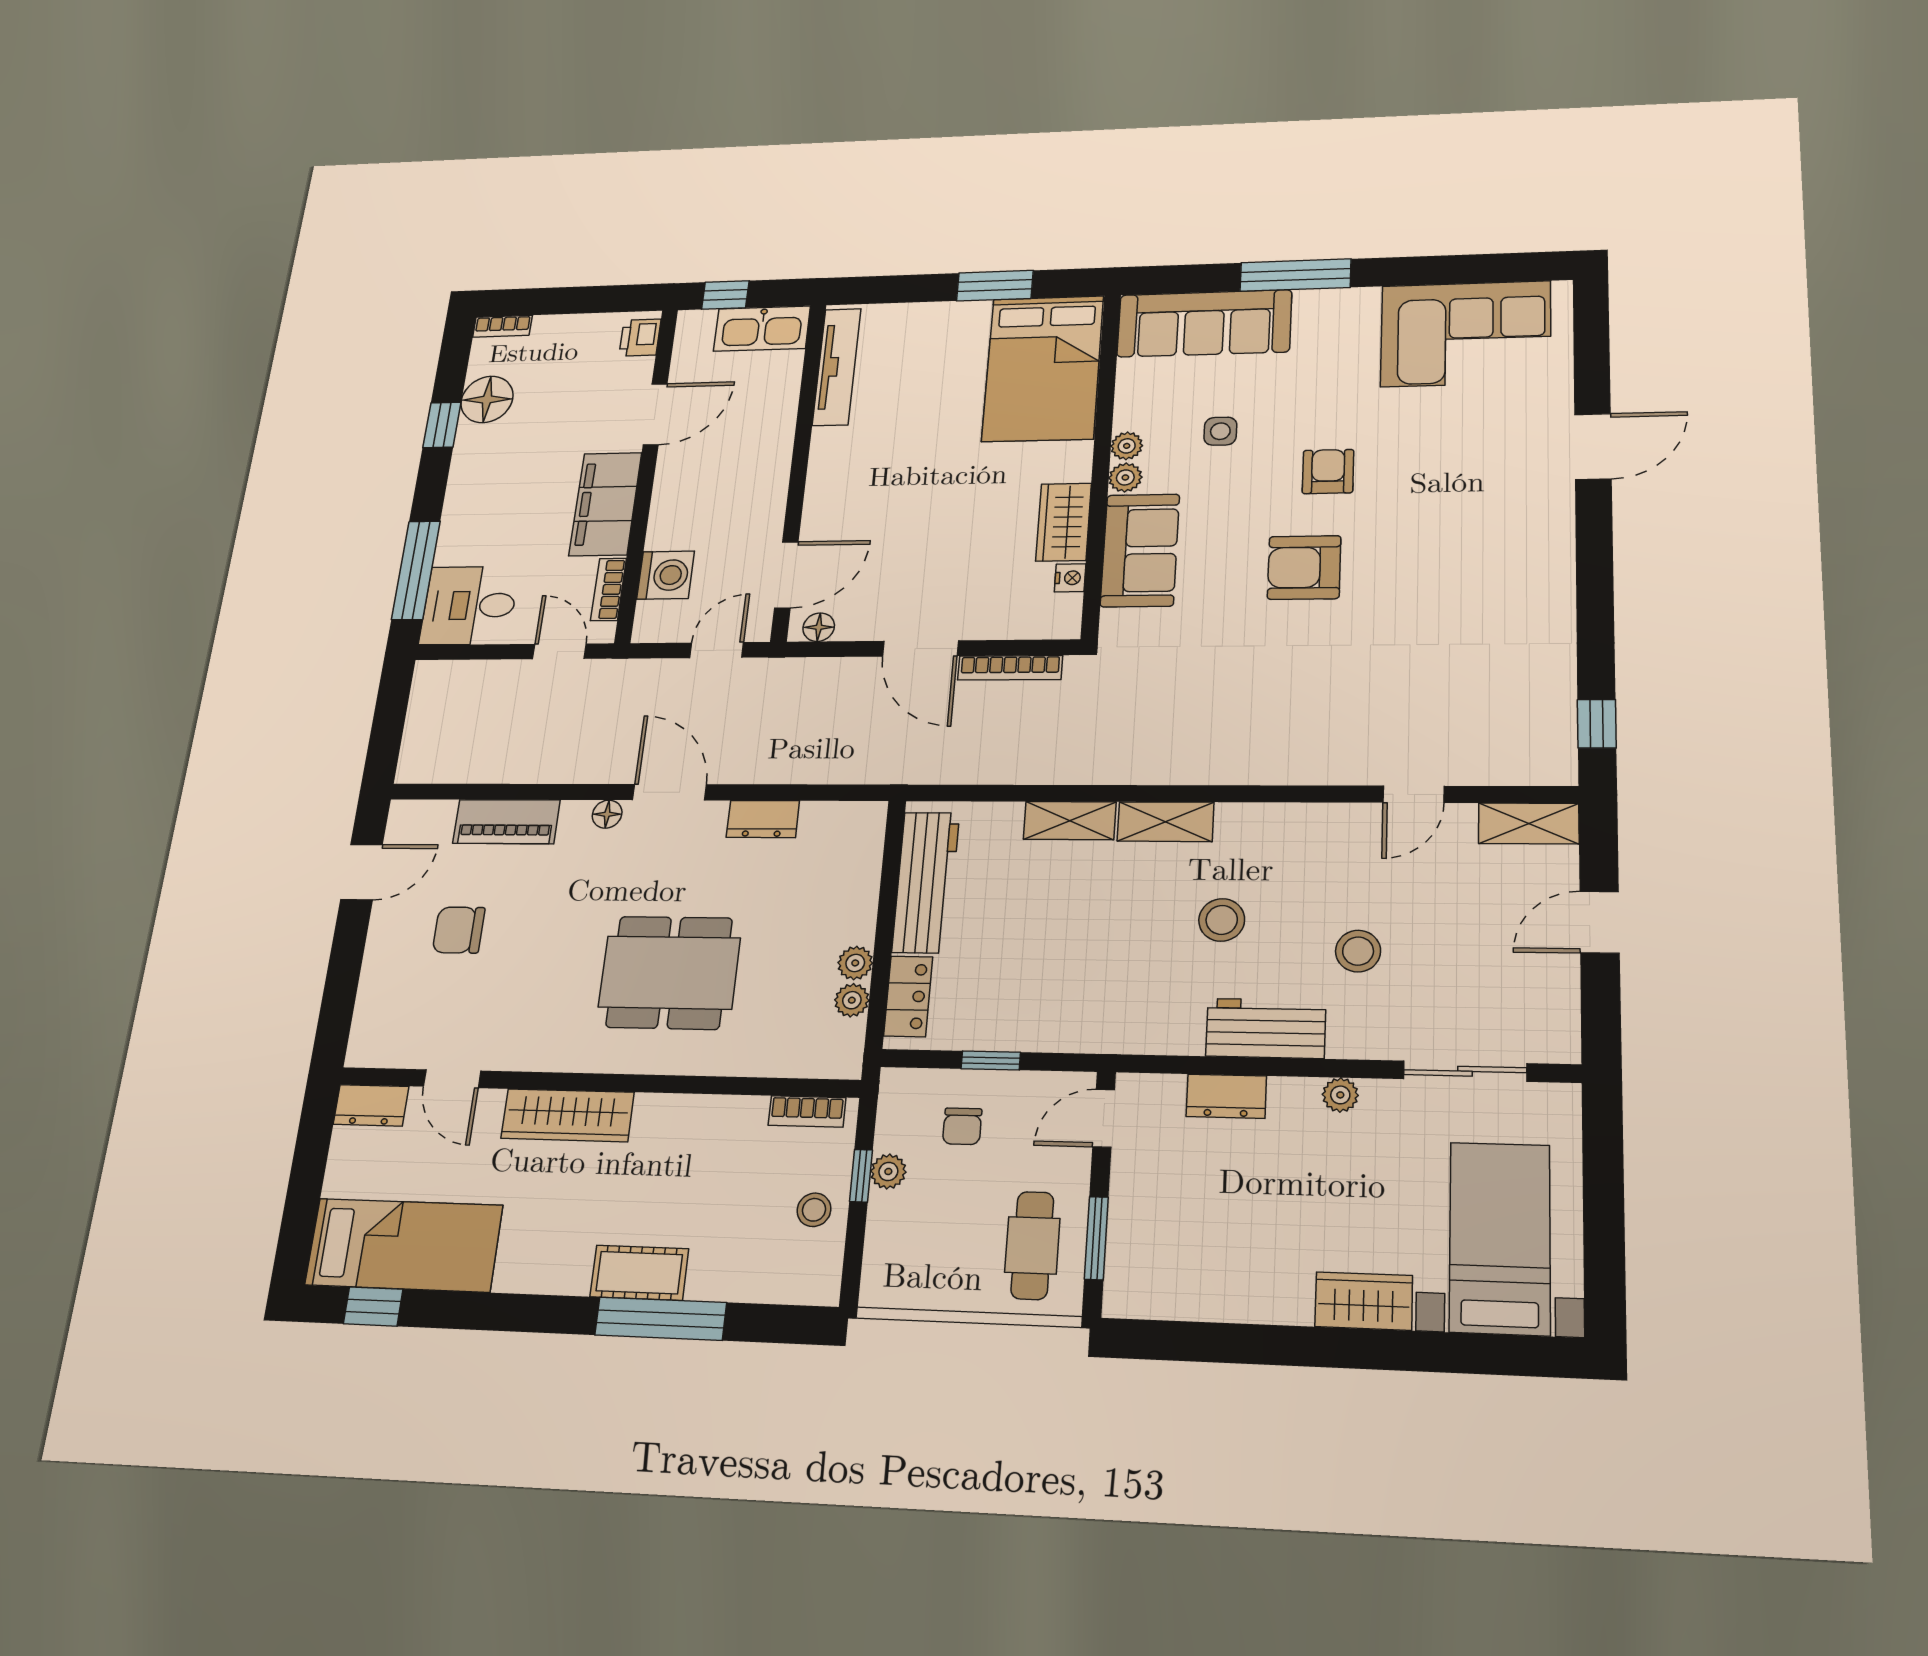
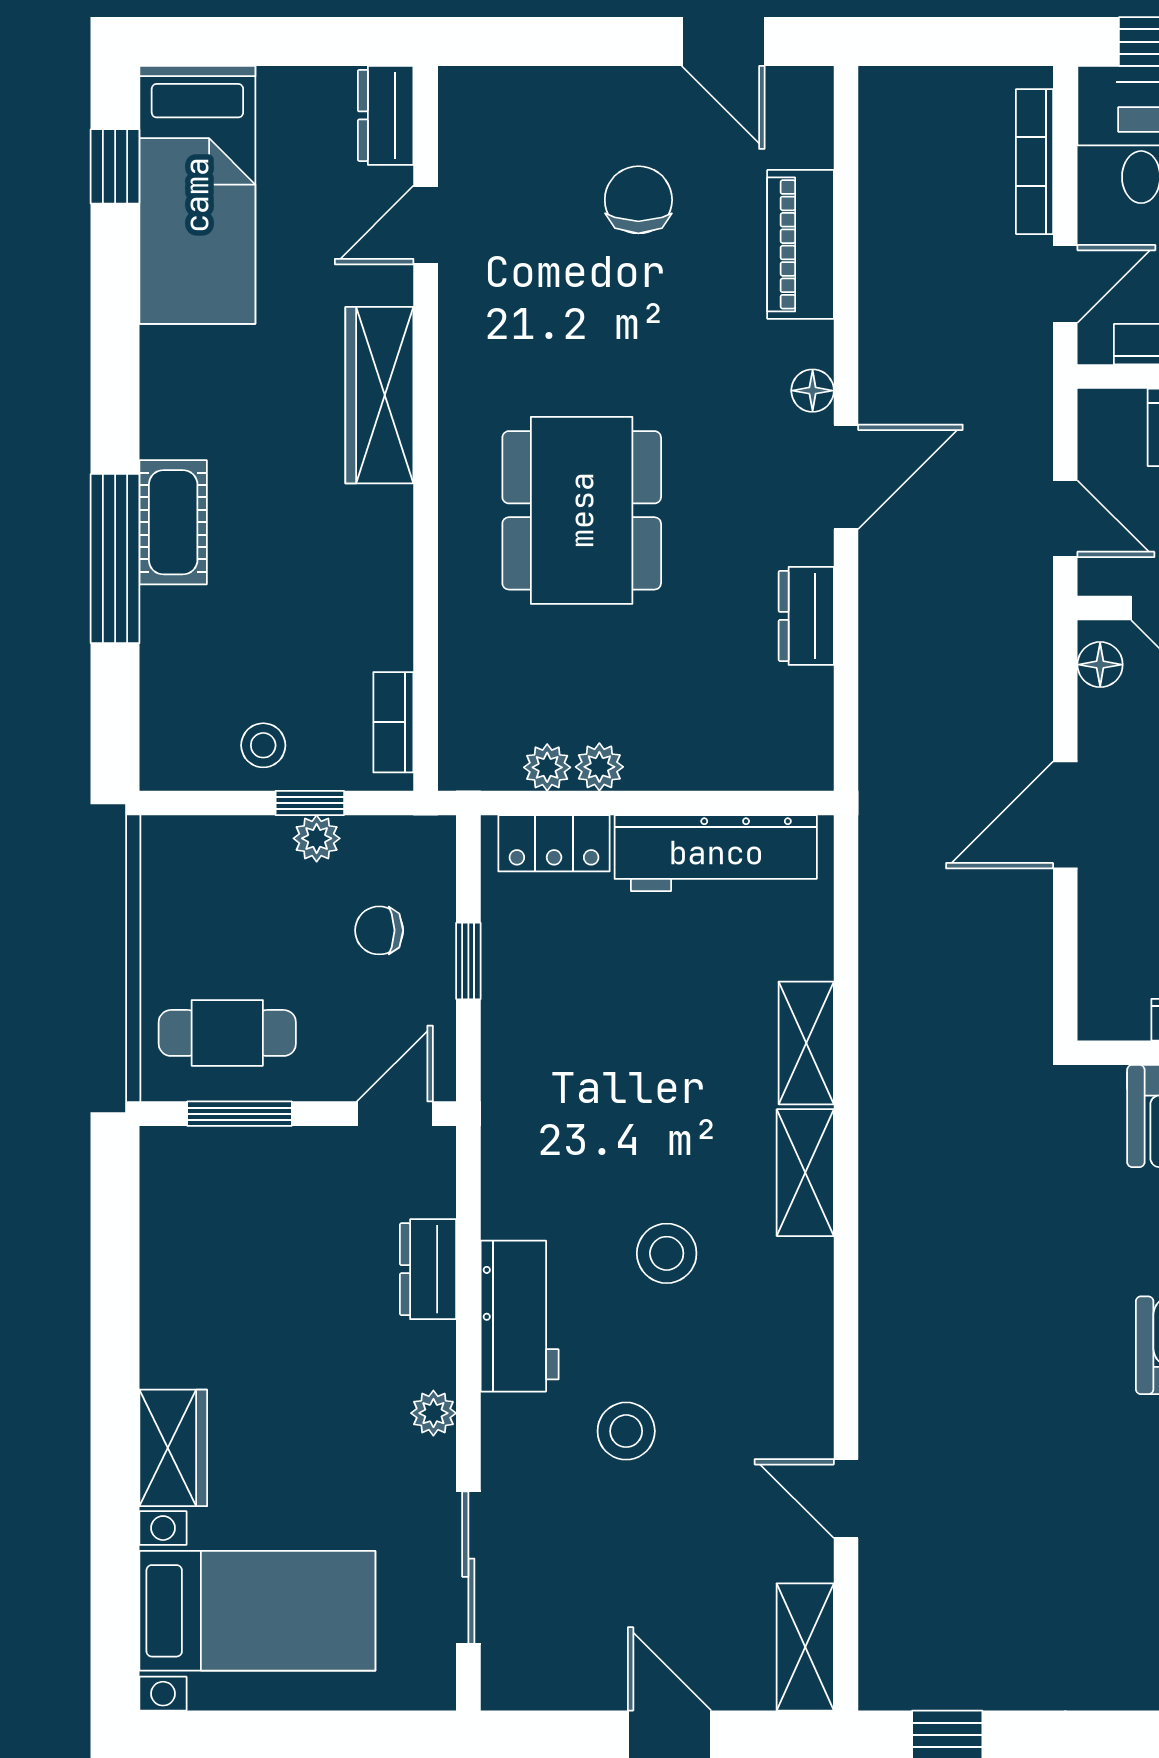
bookcase: (1010, 668) -> (1035, 162), moved
door: (1104, 1118) -> (395, 1114), hinge flipped

